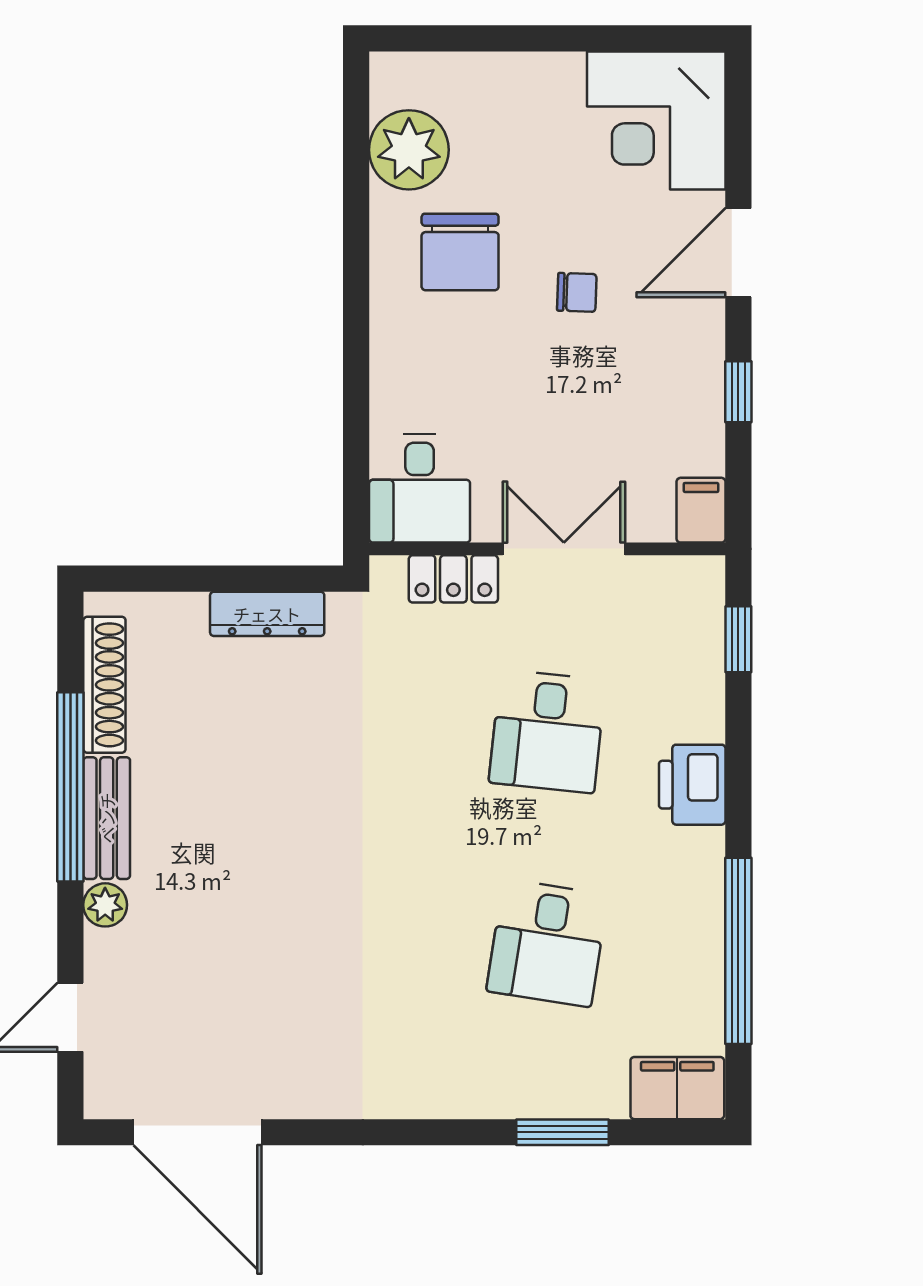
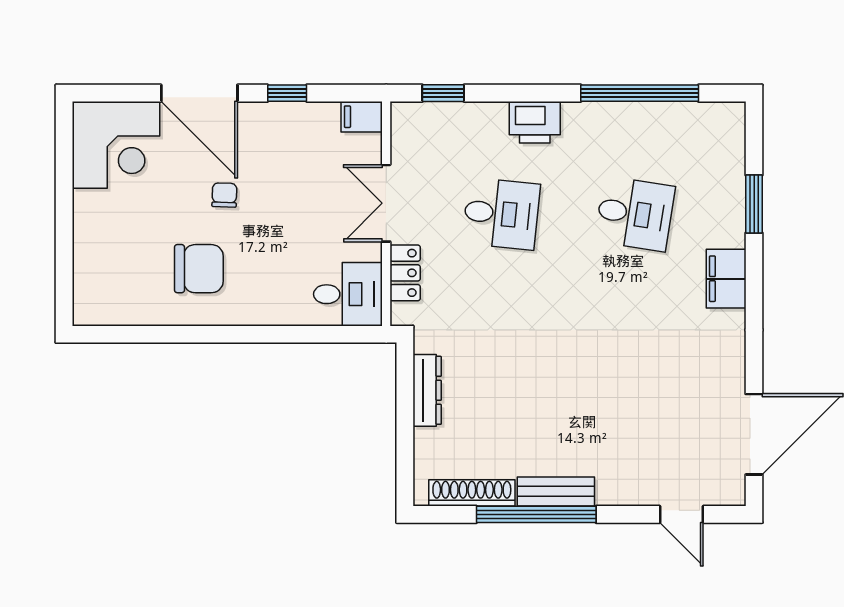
plant: (409, 150) -> (134, 301), removed
door: (738, 253) -> (199, 93), width x1.36
plant: (105, 905) -> (611, 492), removed
filing cabinet: (677, 1088) -> (726, 279), moved

